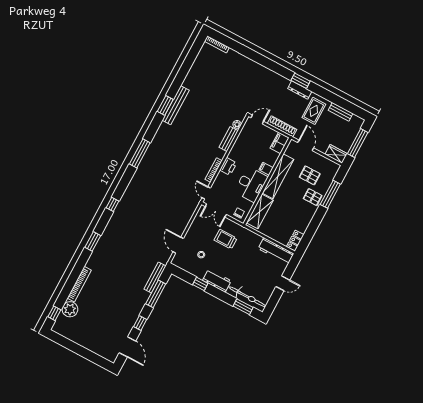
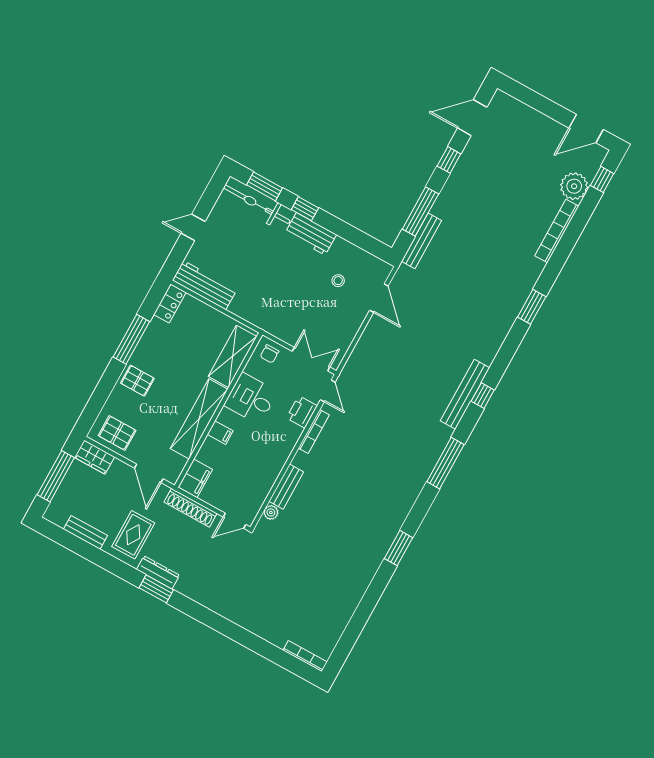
bench: (176, 105) -> (465, 394), moved
printer: (228, 166) -> (302, 412), moved
pallet: (310, 175) -> (117, 433), moved
desk: (251, 184) -> (251, 398), width x0.73
window: (330, 194) -> (131, 339), moved
window: (113, 204) -> (483, 396), moved
trolley: (226, 239) -> (294, 308), removed
window: (200, 284) -> (305, 209), moved
door: (64, 342) -> (586, 129), added
door: (127, 347) -> (472, 118), hinge flipped

